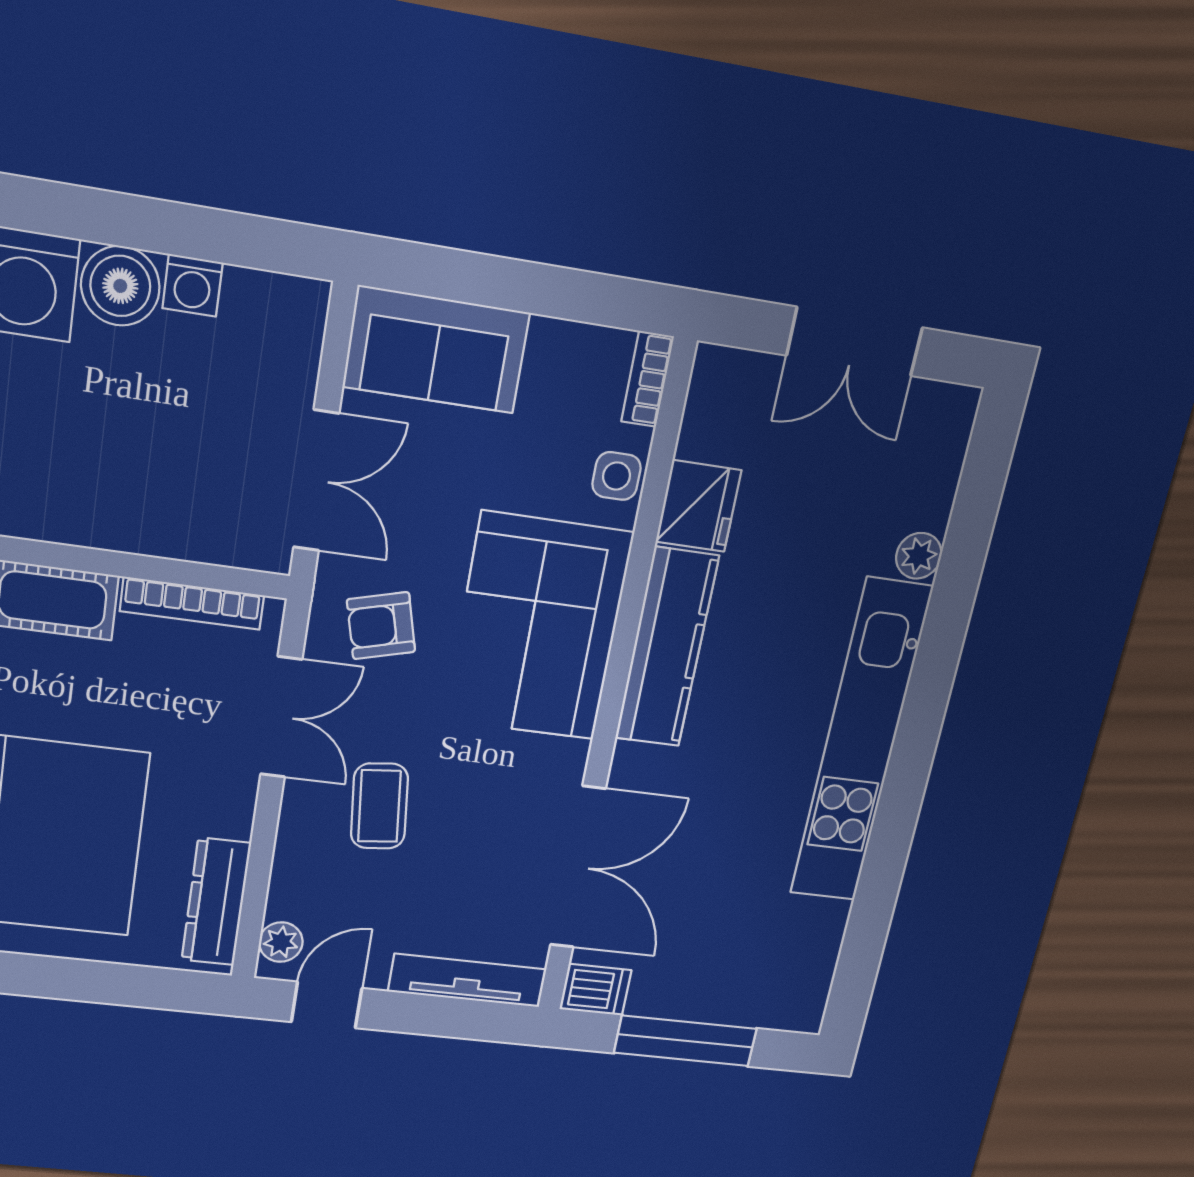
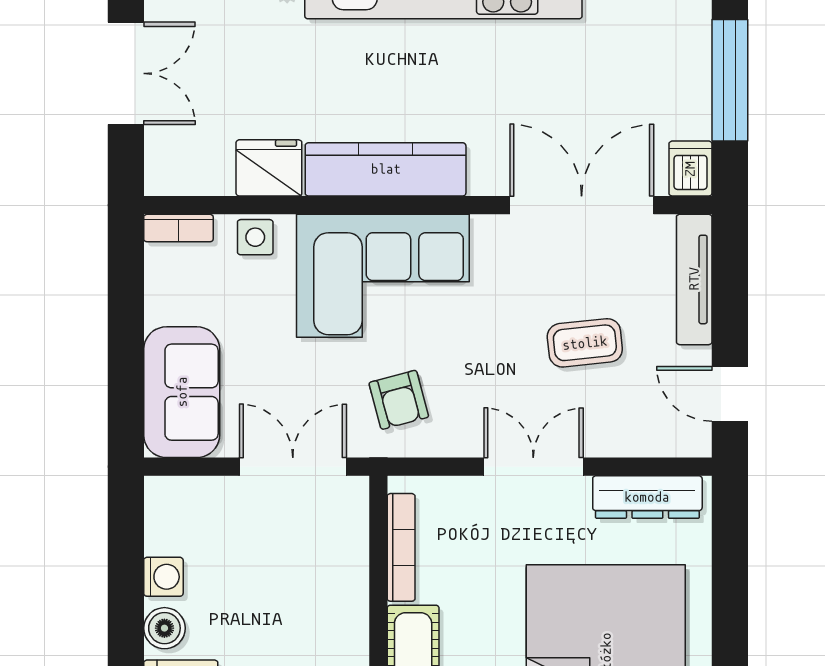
boiler: (120, 286) -> (164, 628), width x0.73, depth x0.73
double door: (281, 717) -> (533, 467), moved
coffee table: (379, 806) -> (585, 343), moved
plant: (281, 942) -> (677, 440), removed

